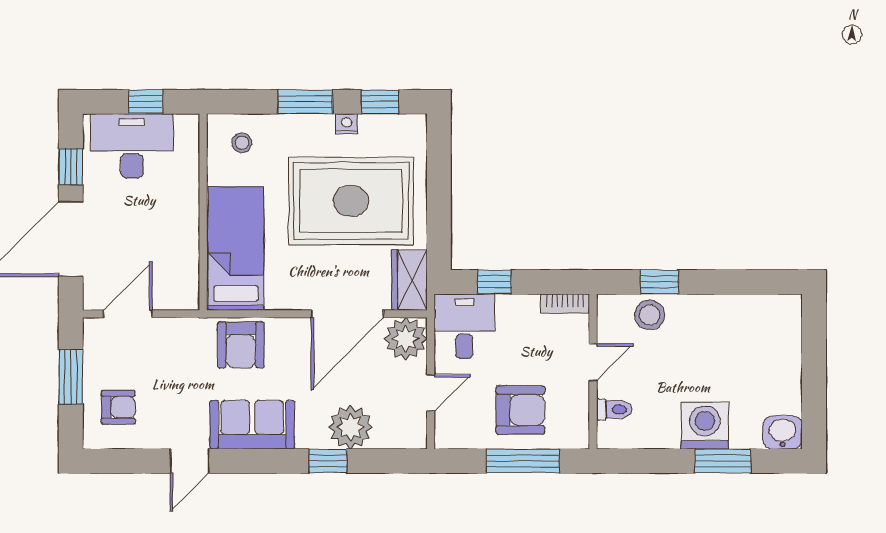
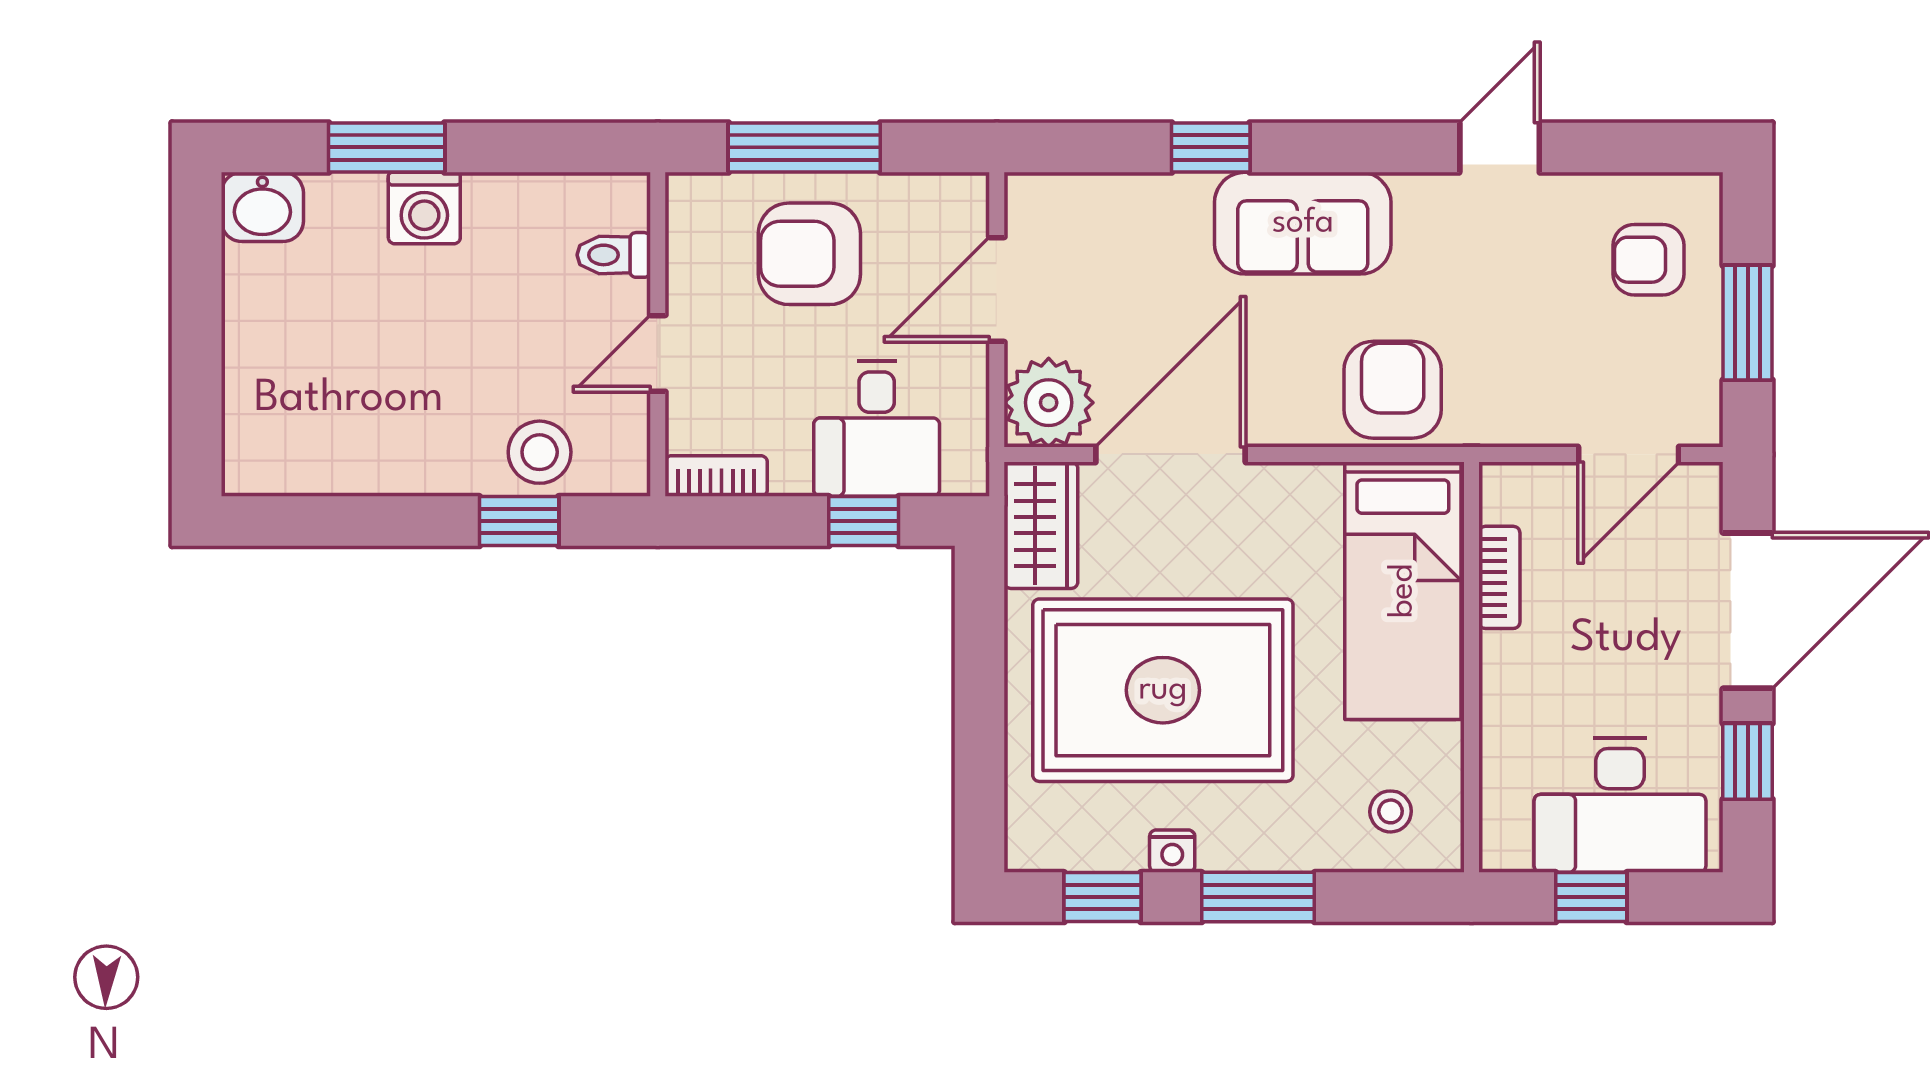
bookcase: (190, 255) -> (1499, 577), added
desk: (464, 326) -> (877, 429), moved
door: (431, 393) -> (997, 290), width x1.38
sofa: (252, 425) -> (1303, 223), moved
washing machine: (705, 426) -> (424, 208), width x0.73, depth x0.73
plant: (351, 427) -> (1164, 218), removed

